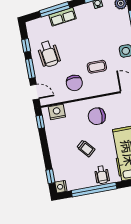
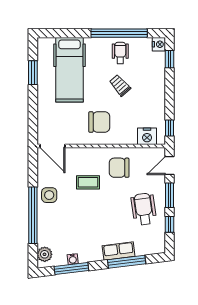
chair: (74, 83) -> (119, 168), turned -90
door: (35, 92) -> (169, 166), hinge flipped
wheelchair: (102, 175) -> (120, 53), moved

